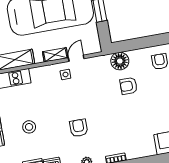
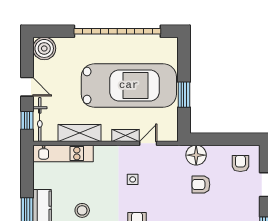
side table: (65, 74) -> (133, 179), moved

